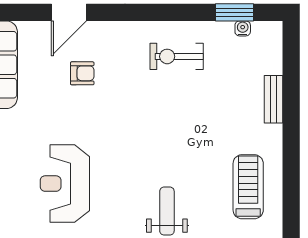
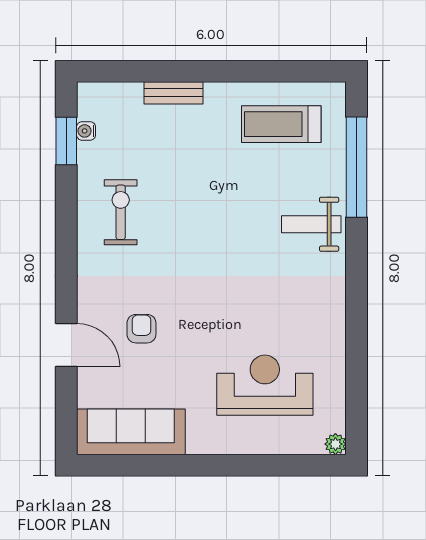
exercise bike: (177, 56) -> (121, 212), turned 180
reception desk: (65, 184) -> (265, 385), moved, turned 180

